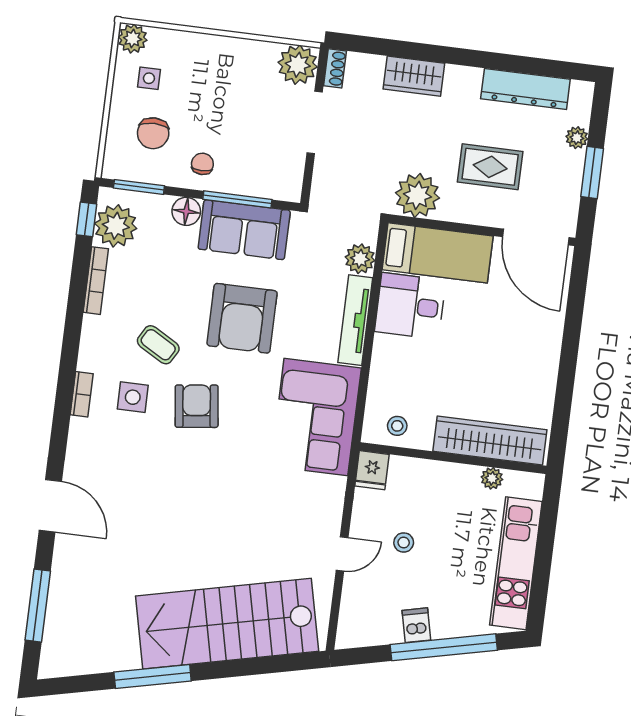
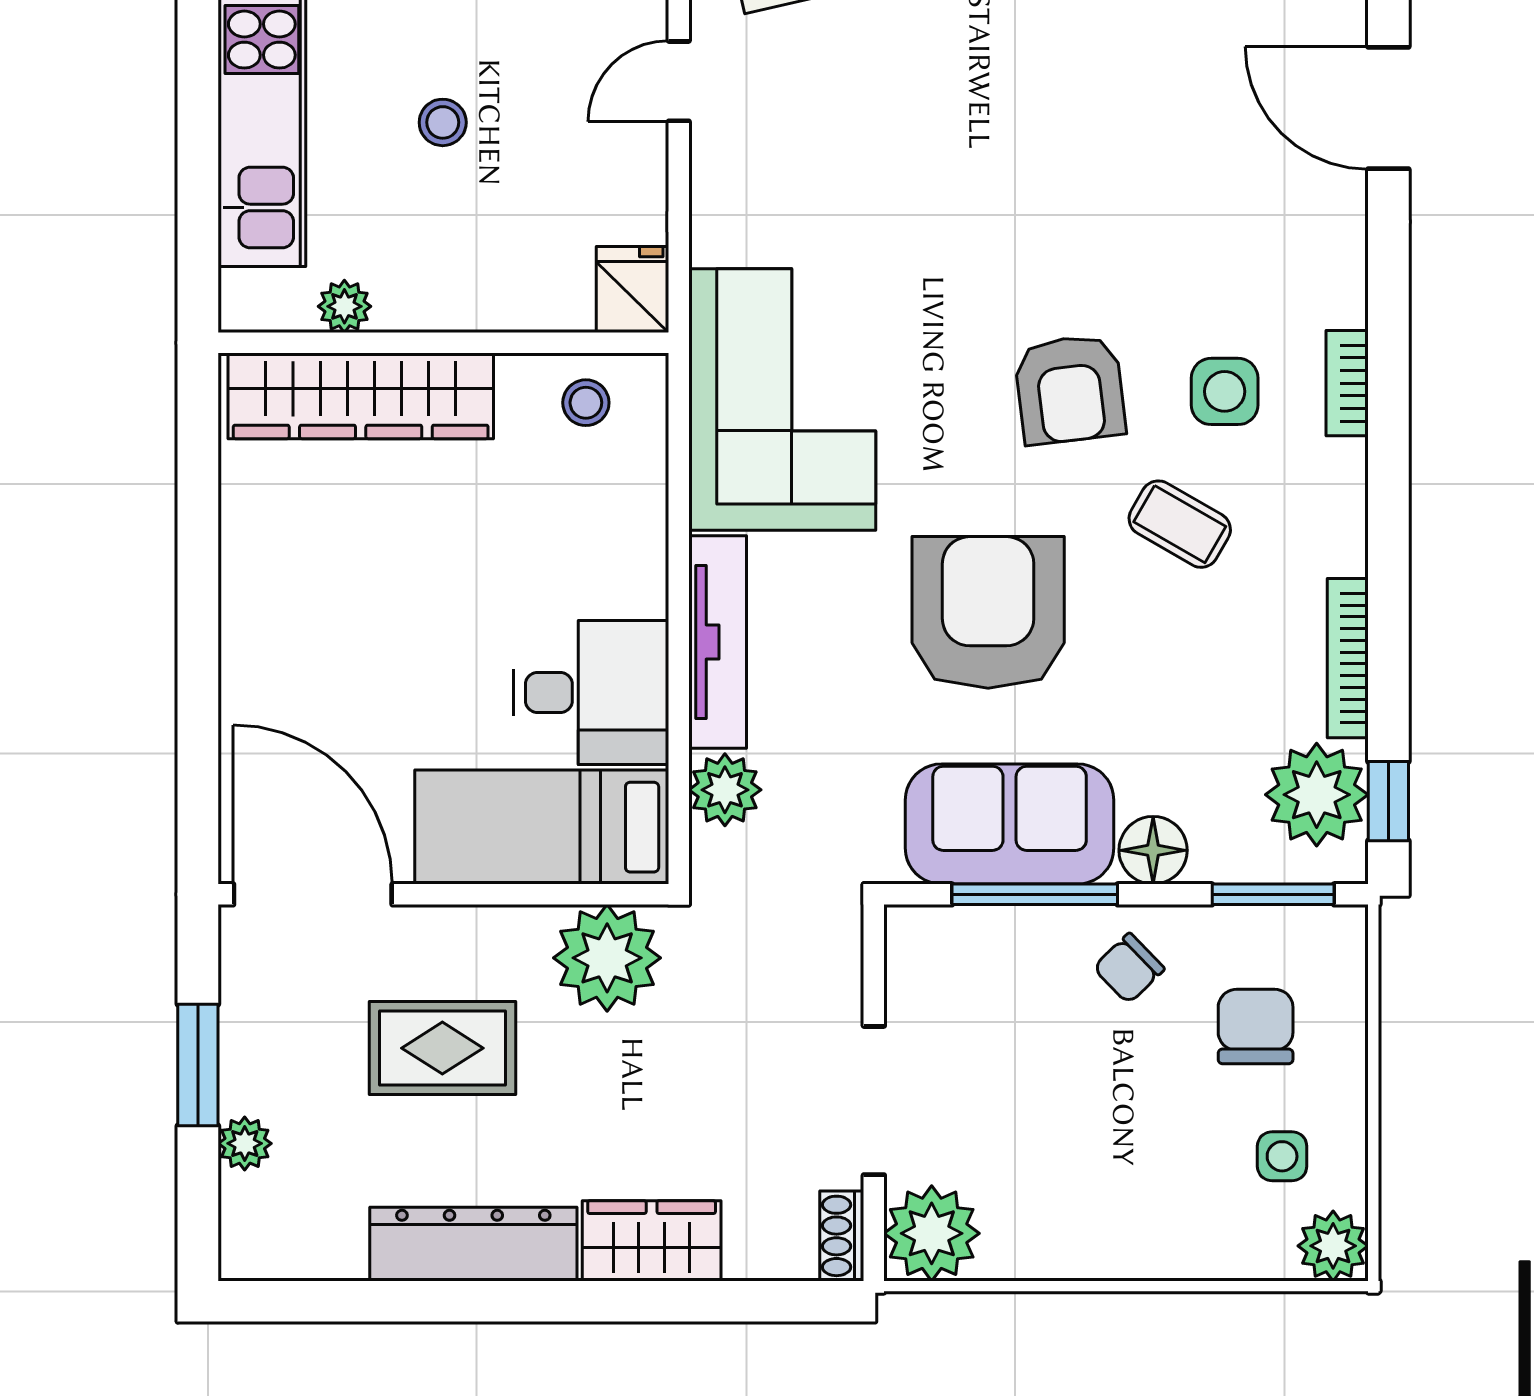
dresser: (525, 89) -> (473, 1244), moved
chair: (202, 164) -> (1129, 968), turned 46
stool: (404, 542) -> (443, 122), moved

